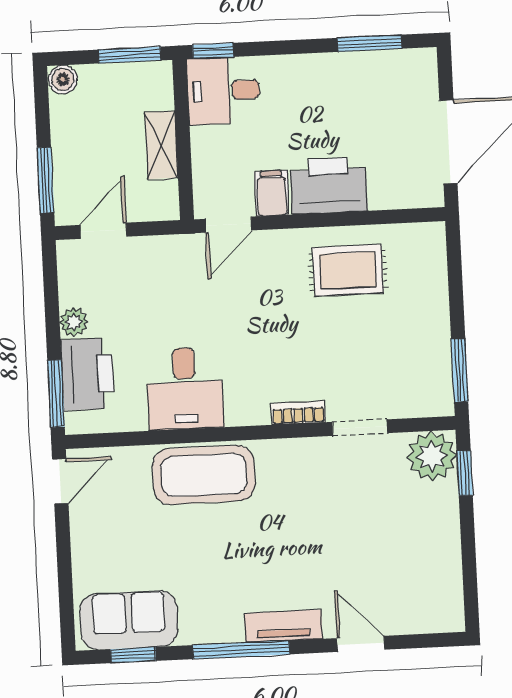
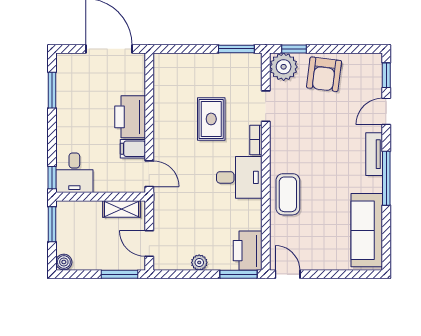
shelving: (161, 145) -> (121, 209), moved
rug: (348, 270) -> (211, 119), moved
printer: (88, 374) -> (248, 251), moved, turned -90
desk: (185, 389) -> (239, 177), moved
coffee table: (204, 475) -> (288, 194), width x0.73, depth x0.76
armchair: (422, 529) -> (324, 74), added
sofa: (129, 620) -> (367, 230), width x1.36
window: (133, 655) -> (386, 75), moved

